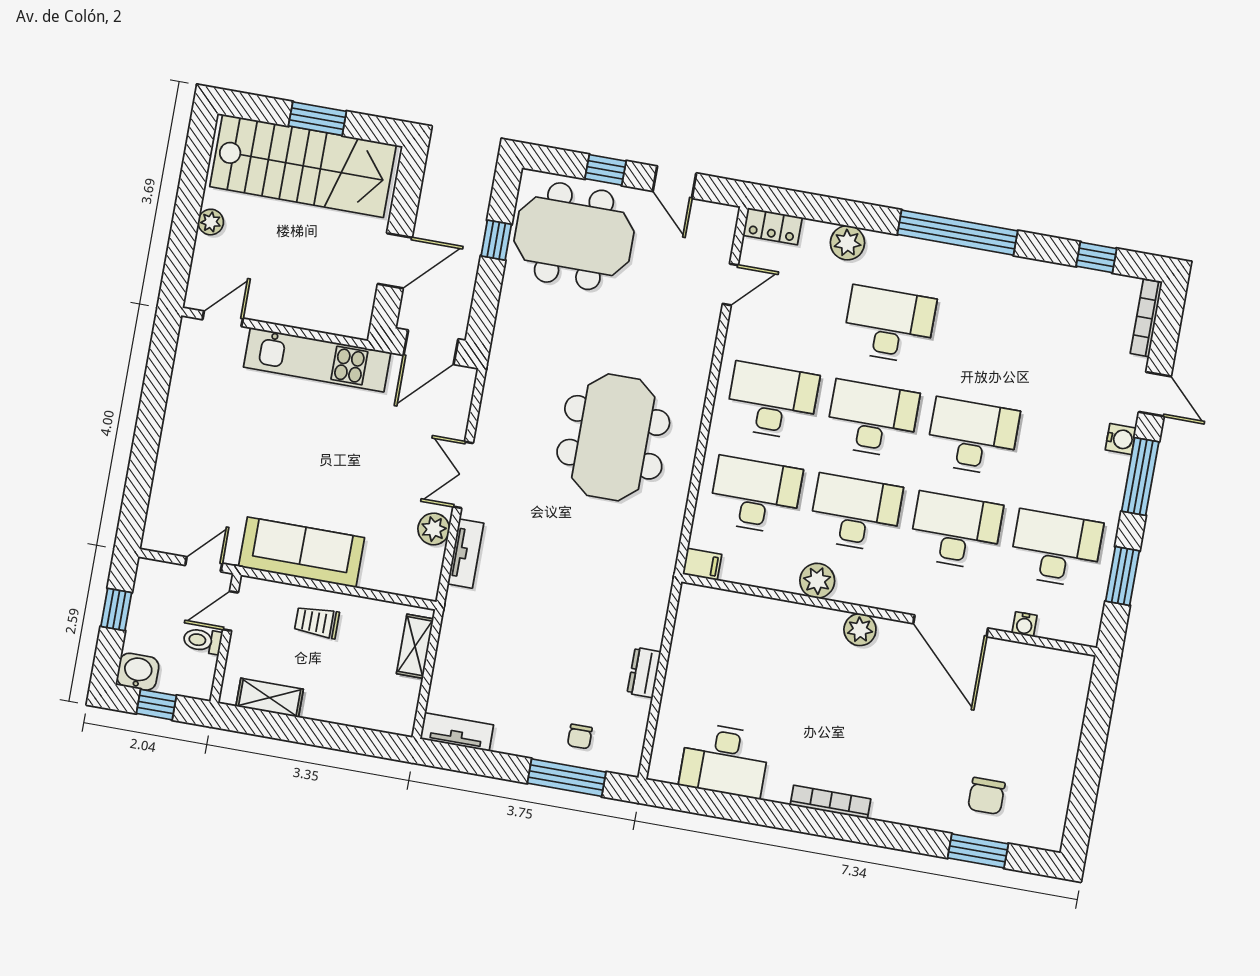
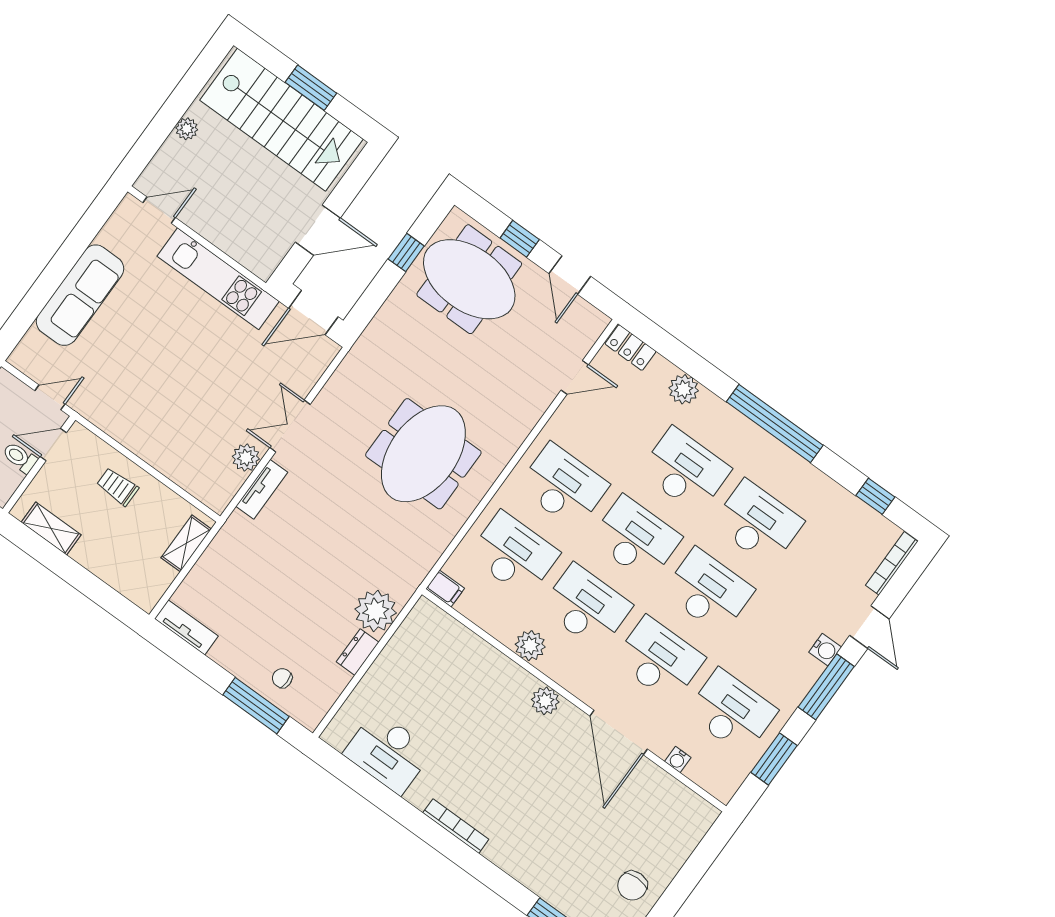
desk: (989, 343) -> (758, 523), added
sofa: (302, 552) -> (80, 295), moved, turned 90
plant: (642, 622) -> (376, 611), added
chair: (580, 736) -> (282, 678), turned 90
chair: (986, 796) -> (632, 886), moved

